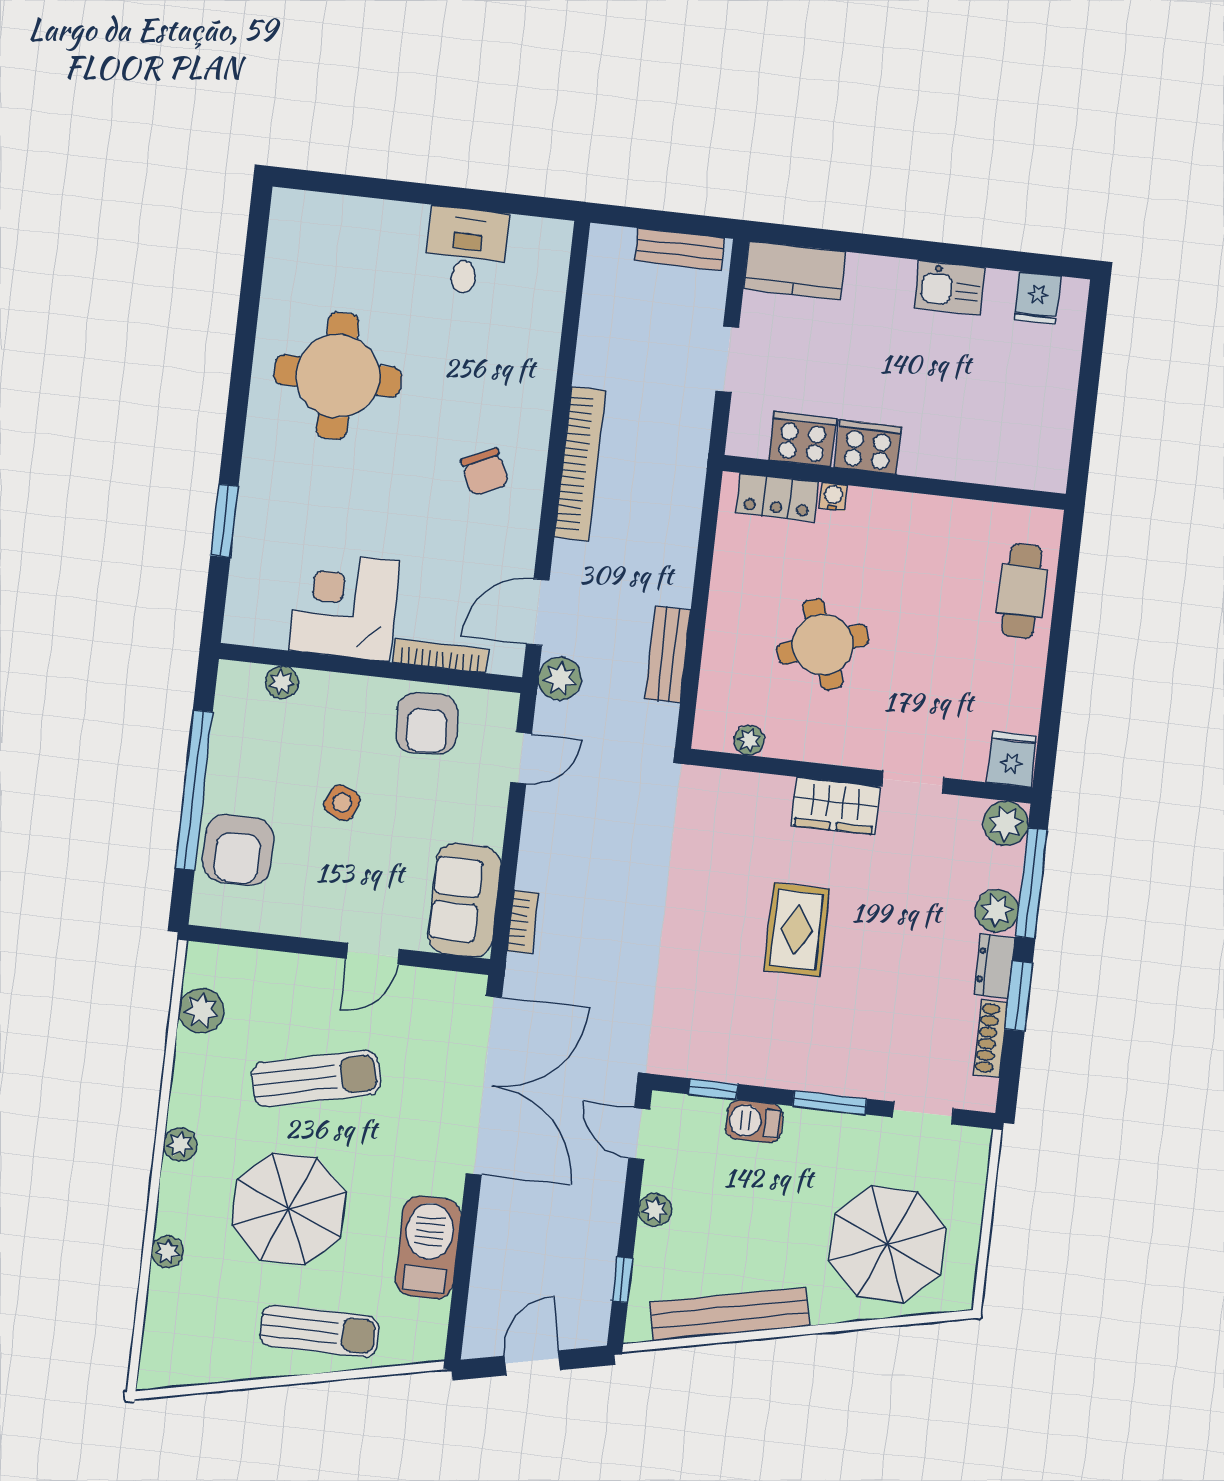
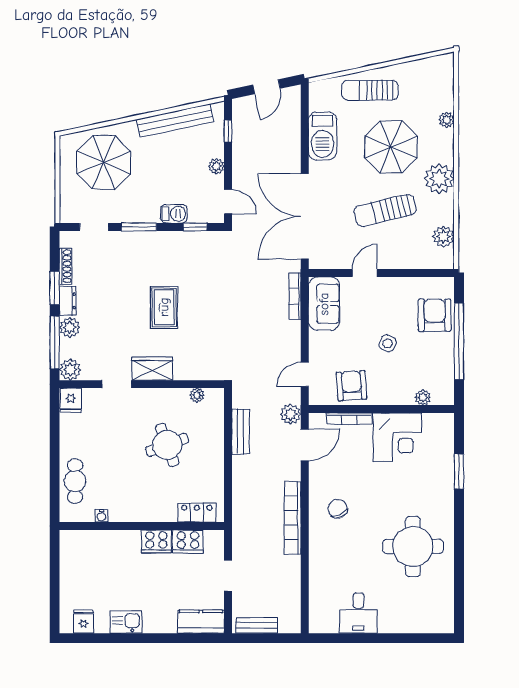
water cooler: (833, 497) -> (101, 516), moved
bookcase: (523, 922) -> (295, 296), width x1.56
plant: (180, 1144) -> (439, 179), width x1.88, depth x1.88

